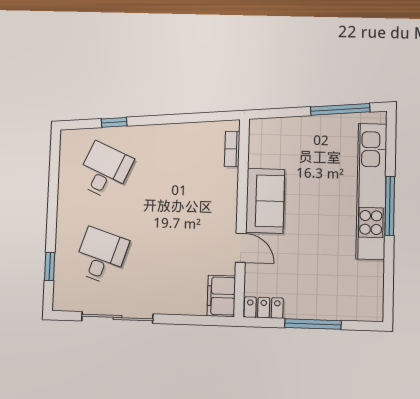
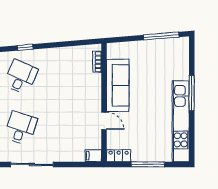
kitchen unit: (371, 191) -> (181, 121), moved
sofa: (265, 201) -> (118, 85), width x1.36
filing cabinet: (221, 296) -> (93, 156), width x0.50

